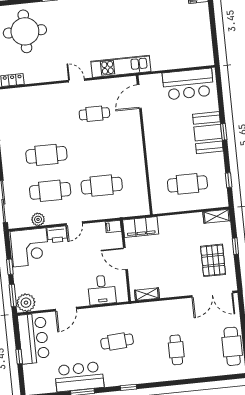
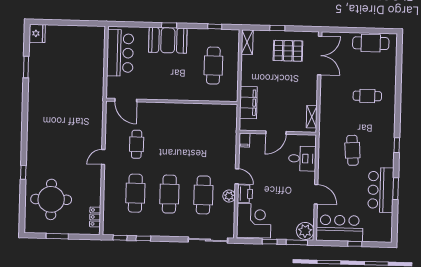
kitchen unit: (121, 66) -> (95, 114), removed
cafe table: (102, 186) -> (135, 193), moved
plant: (38, 219) -> (229, 196), moved
filing cabinet: (141, 227) -> (248, 102), moved

